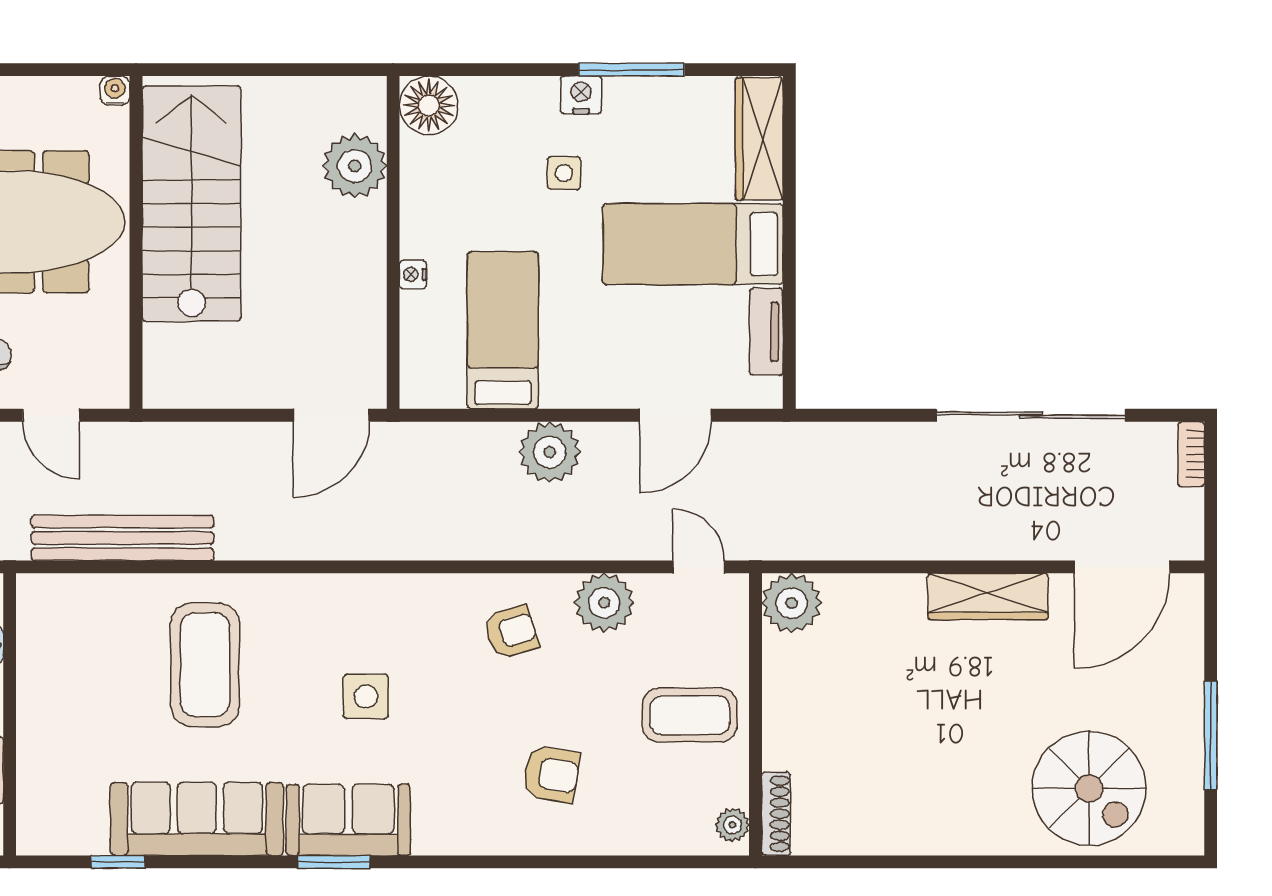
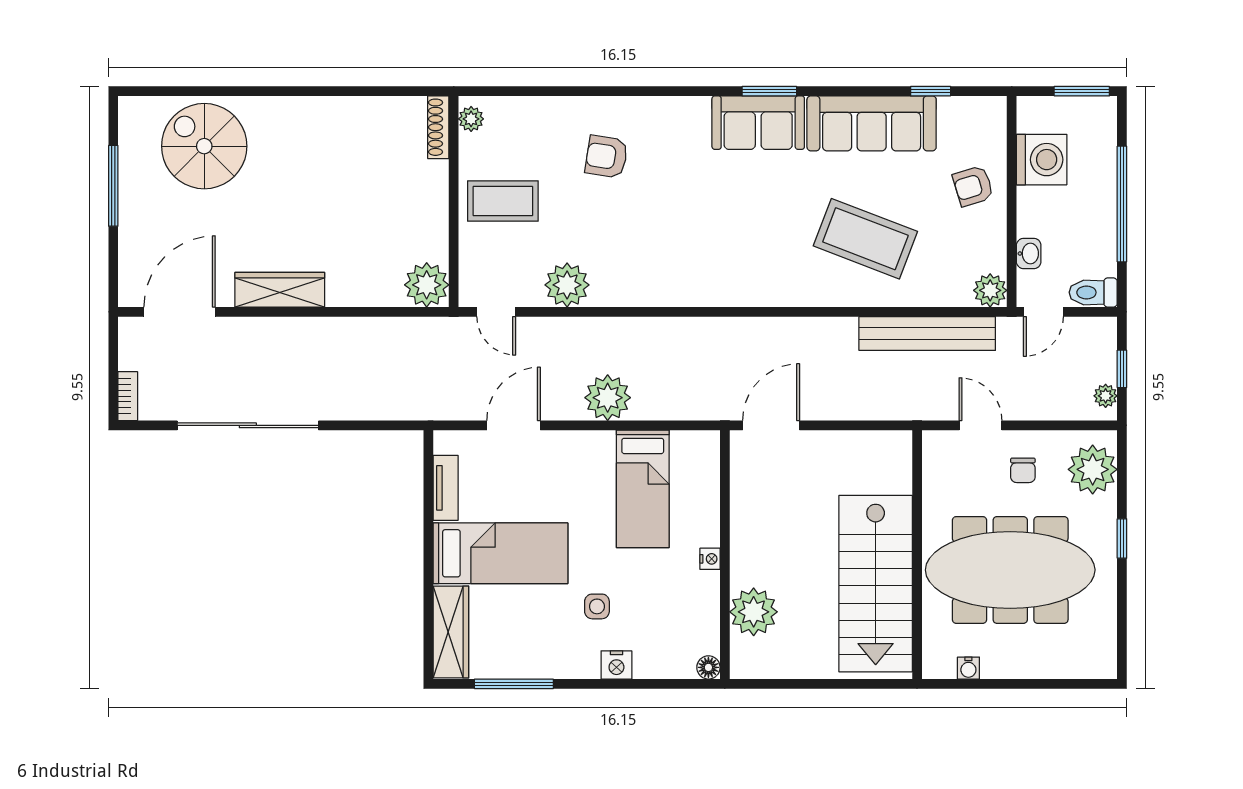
window: (632, 70) -> (514, 684), moved
water cooler: (115, 91) -> (968, 668), moved
nightstand: (581, 95) -> (616, 665), moved
floor lamp: (429, 105) -> (708, 667), width x0.53, depth x0.53
nightstand: (413, 274) -> (710, 559), moved
plant: (38, 596) -> (990, 290), added
armchair: (511, 632) -> (973, 186), moved
coffee table: (205, 665) -> (865, 239), turned -69
side table: (366, 697) -> (745, 215), removed

